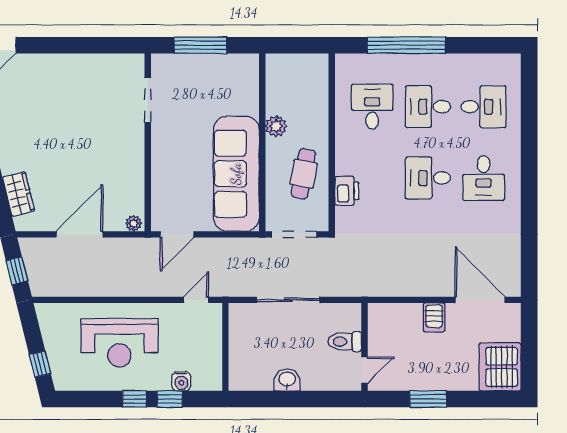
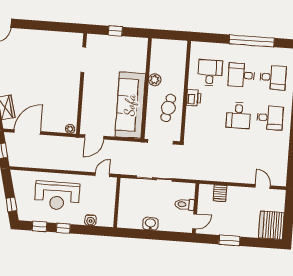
window: (200, 45) -> (115, 31), width x0.46
window: (406, 45) -> (252, 41), moved
desk: (428, 178) -> (238, 115), turned -90
desk: (484, 178) -> (270, 118), turned -90
printer: (347, 191) -> (194, 98), moved
door: (79, 234) -> (27, 132), moved
door: (480, 300) -> (263, 186), width x0.53
server rack: (434, 317) -> (220, 193), moved
window: (170, 399) -> (39, 226), moved

